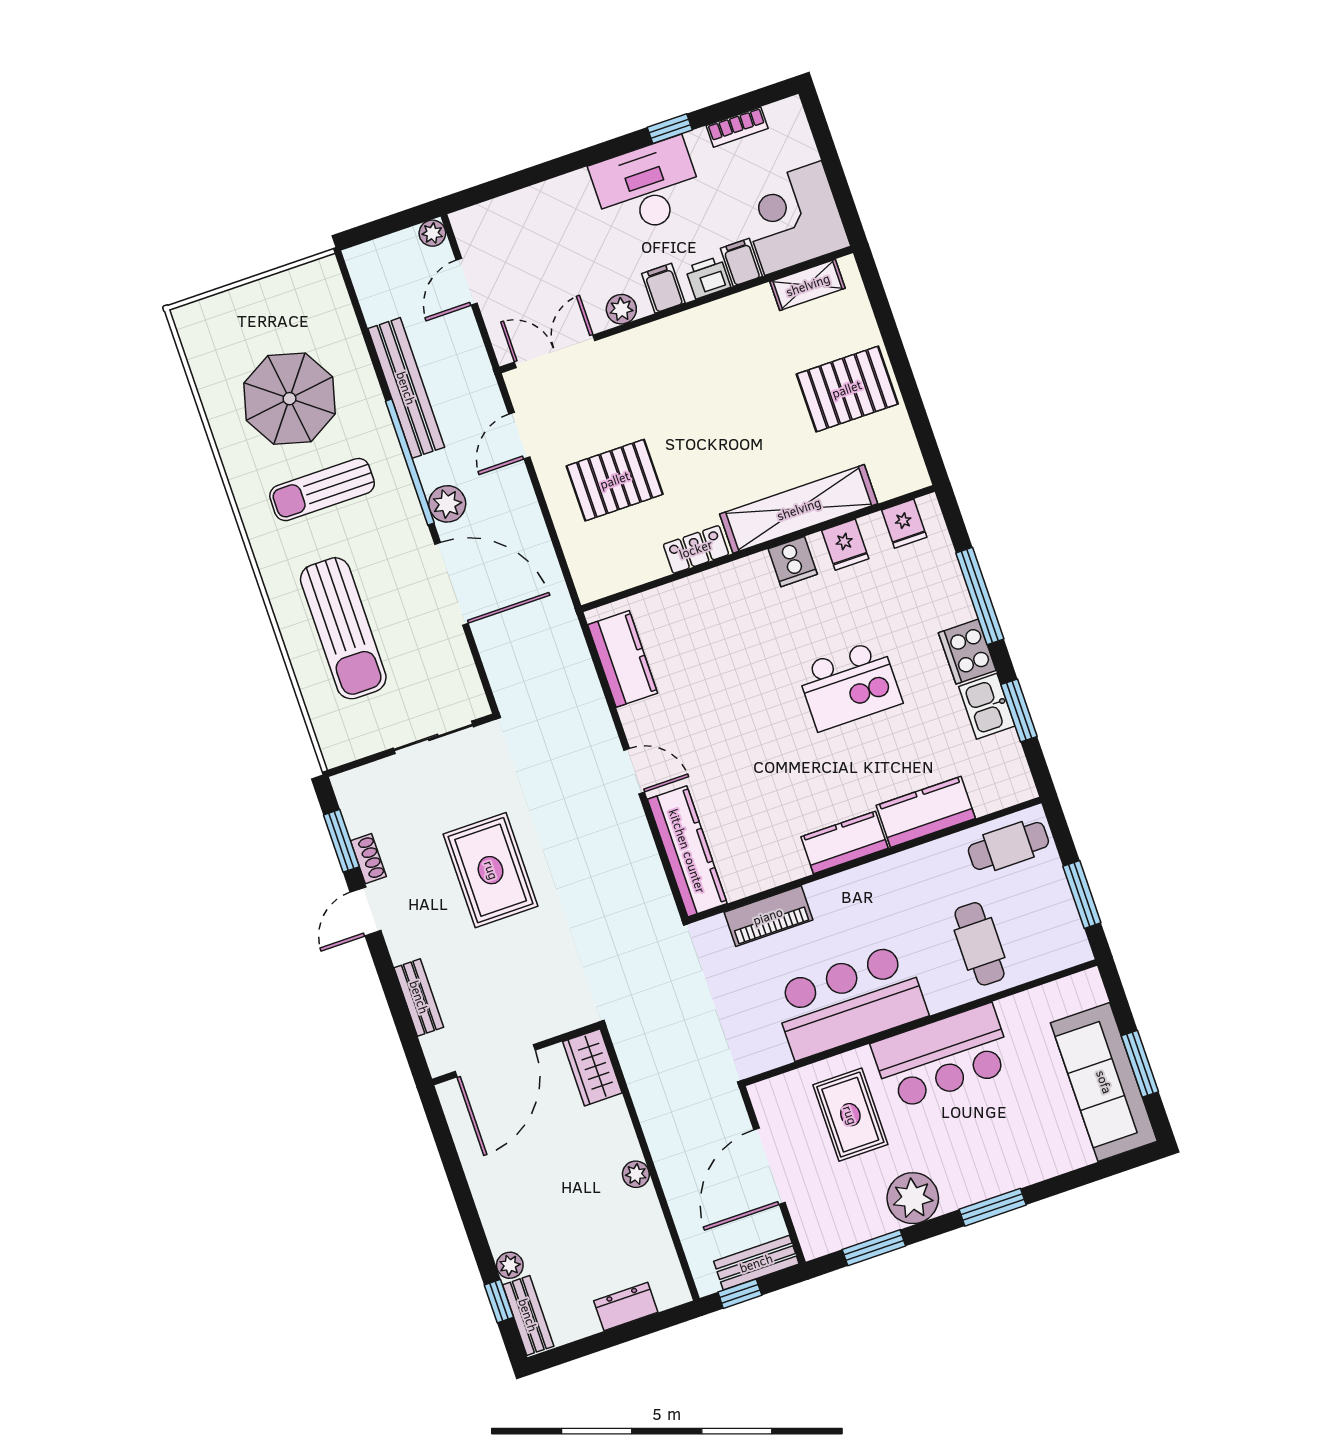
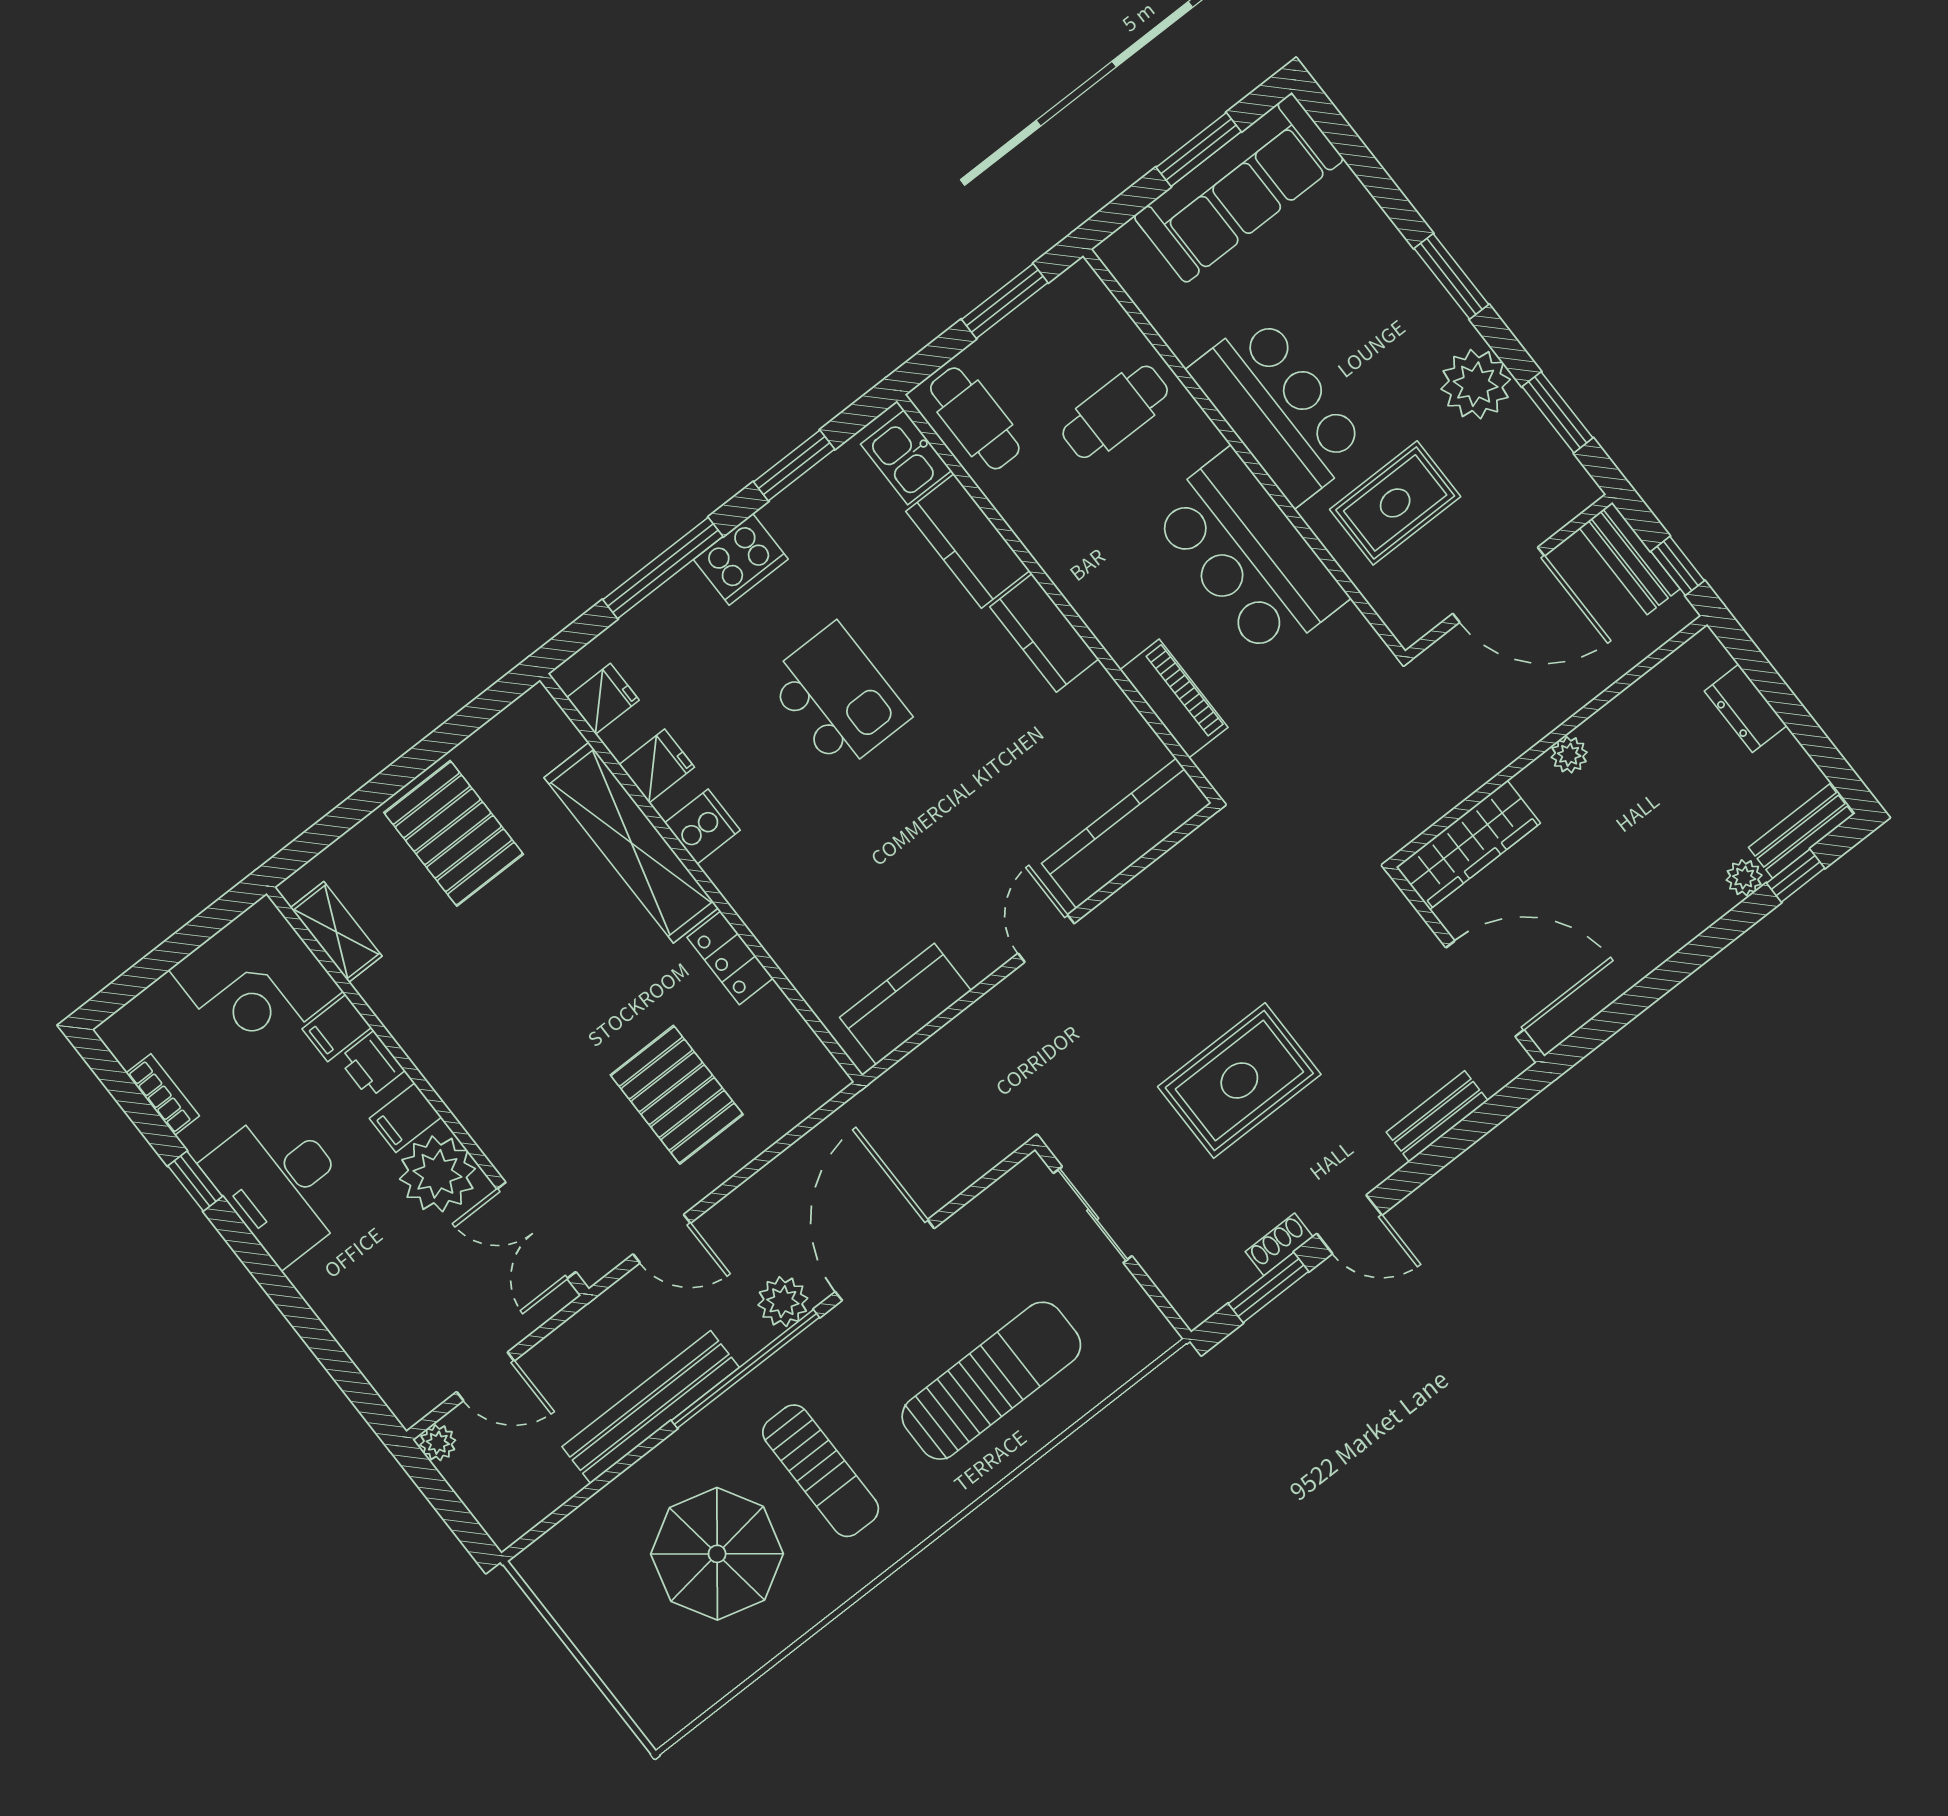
plant: (621, 309) -> (437, 1174), width x1.88, depth x1.88
kitchen sink: (987, 706) -> (906, 457), moved, turned 90
wardrobe: (592, 1067) -> (1468, 845), width x1.50

